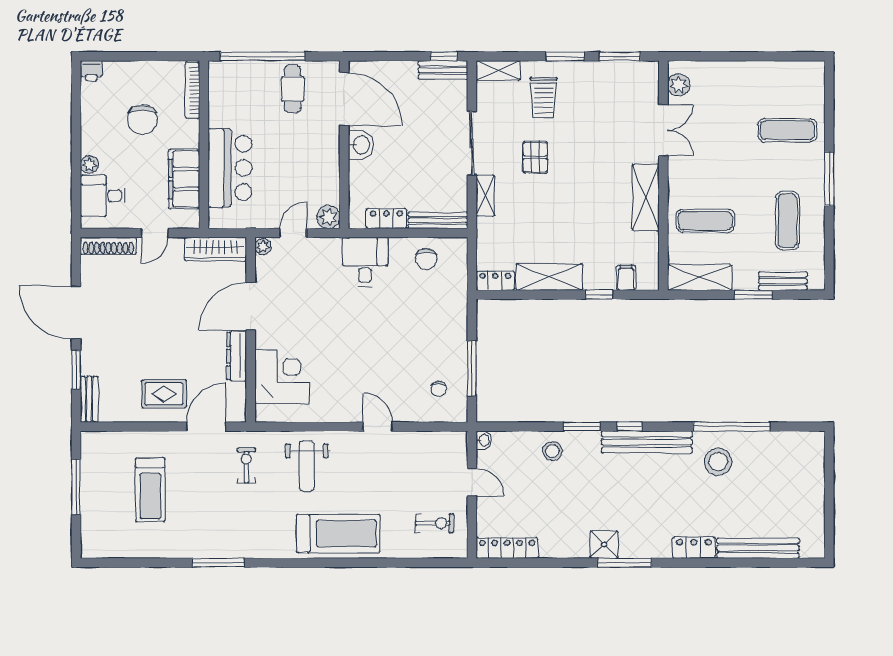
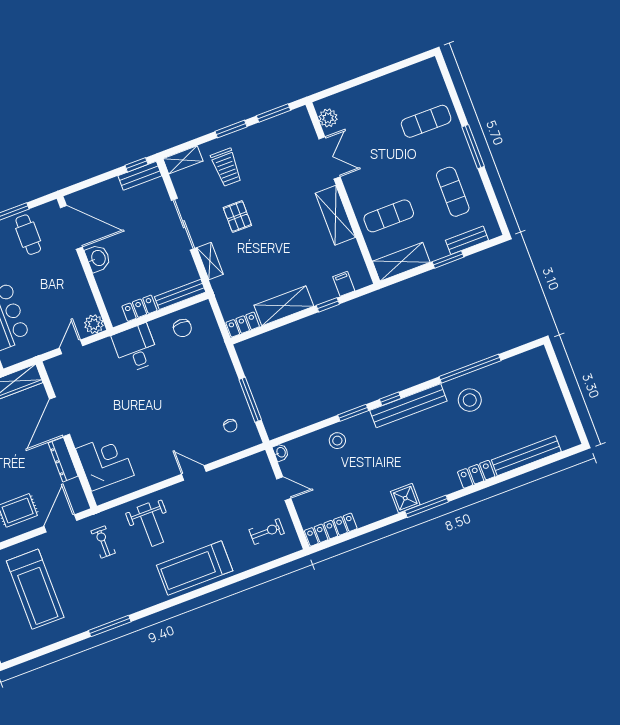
plant: (263, 247) -> (51, 366), removed
treadmill: (150, 490) -> (35, 589), width x1.37, depth x1.38
treadmill: (338, 533) -> (195, 568), turned 180

